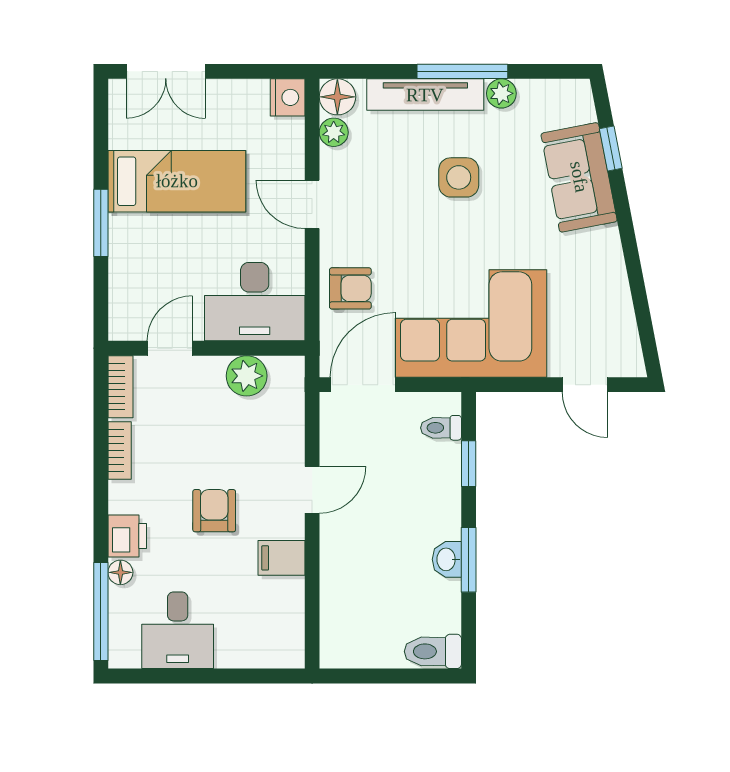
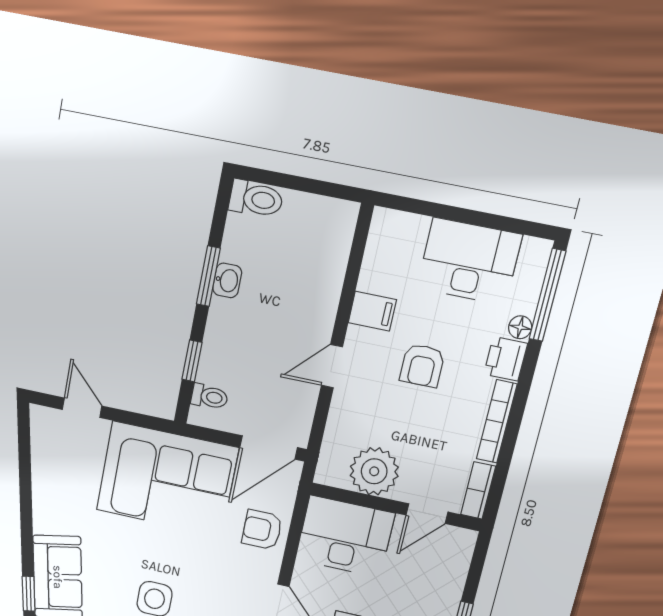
plant: (247, 376) -> (374, 471), width x1.36, depth x1.36
bookcase: (120, 451) -> (497, 421), width x1.56
desk: (178, 630) -> (469, 261), width x1.37

